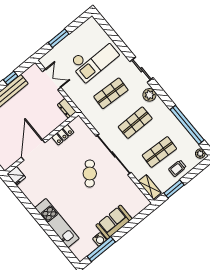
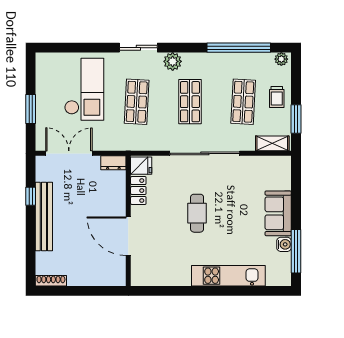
double door: (52, 79) -> (69, 153), width x1.37
cafe table: (90, 173) -> (197, 213), moved, turned 50
fridge: (16, 176) -> (141, 166), moved

